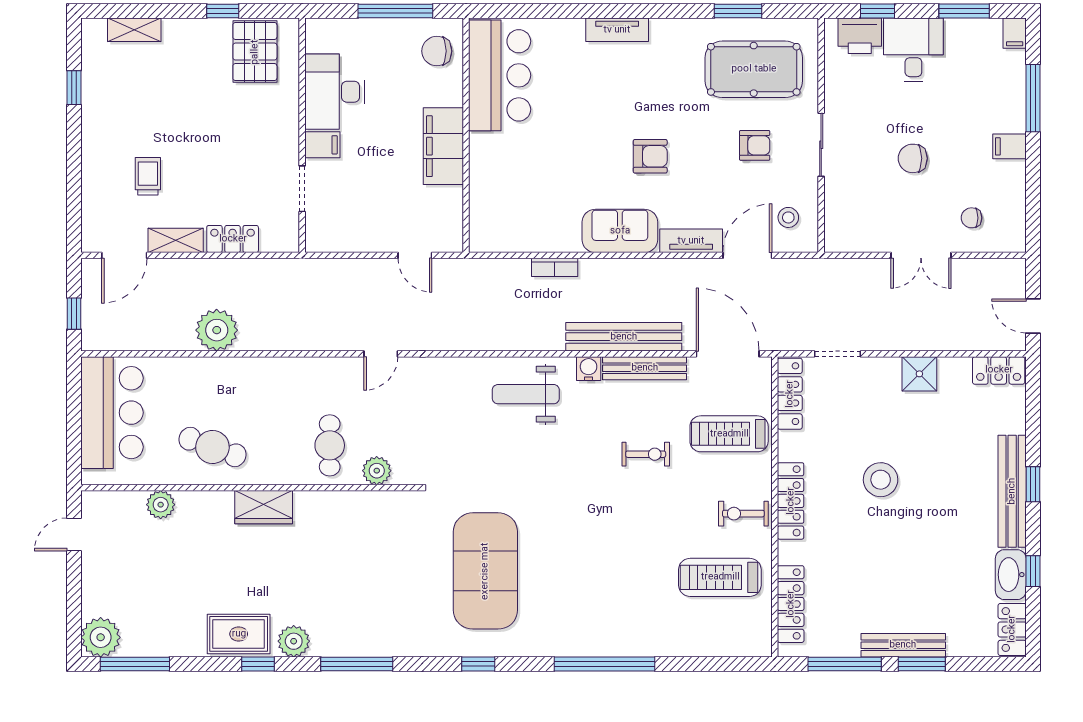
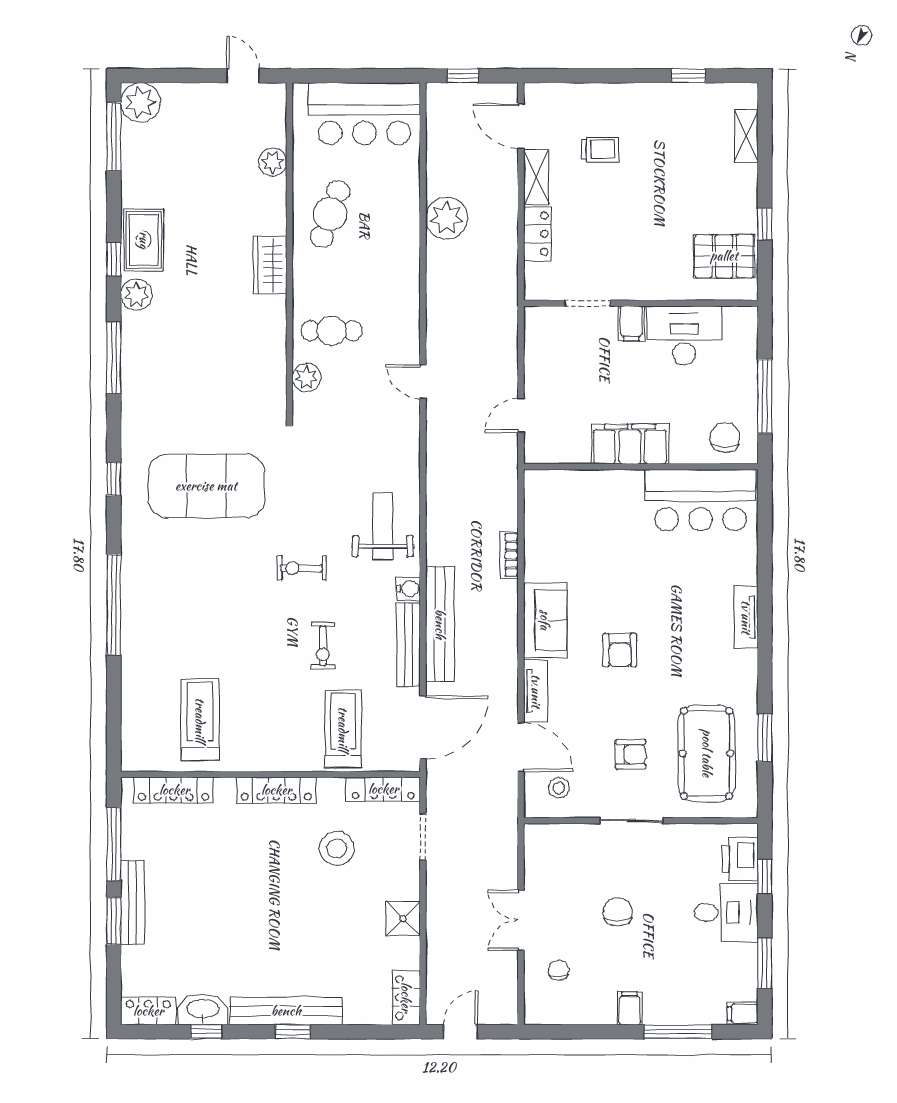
armchair: (755, 145) -> (631, 754), turned -90
stool: (881, 480) -> (337, 848), moved
exercise bike: (743, 514) -> (302, 568), moved, turned -90

